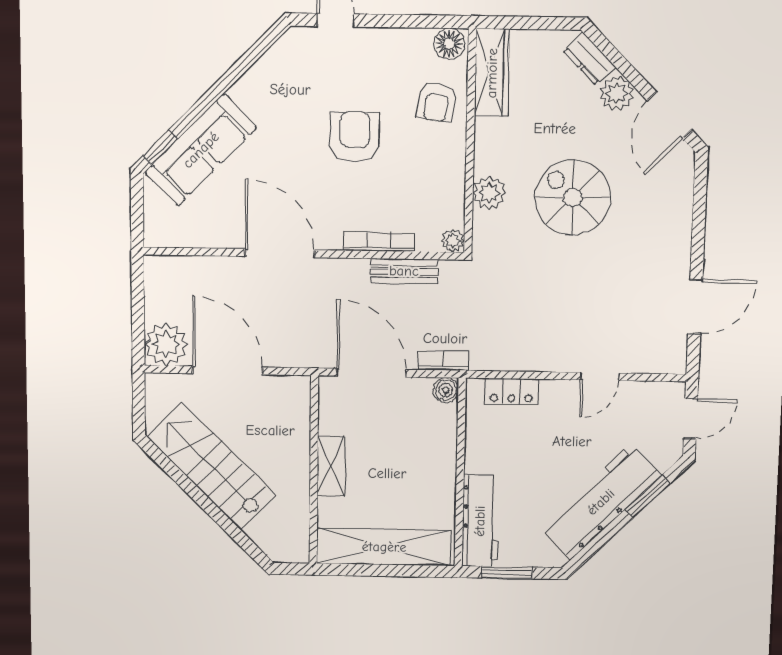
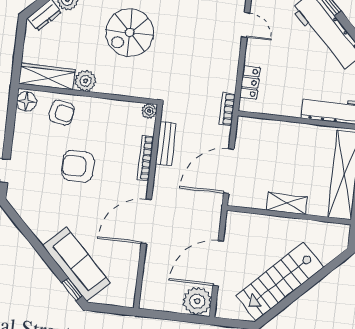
plant: (489, 193) -> (86, 81), moved
bookcase: (443, 360) -> (227, 109), moved
boiler: (446, 390) -> (245, 125), removed

